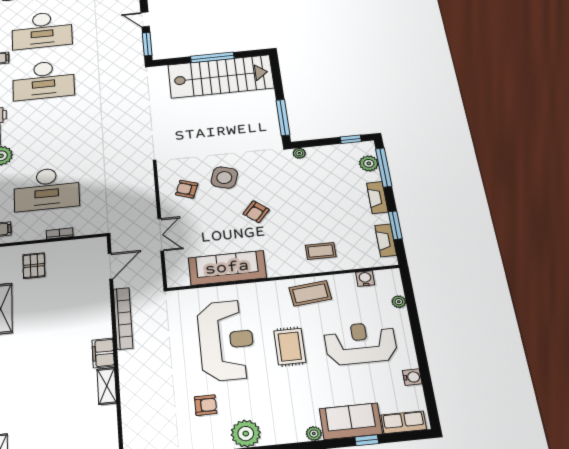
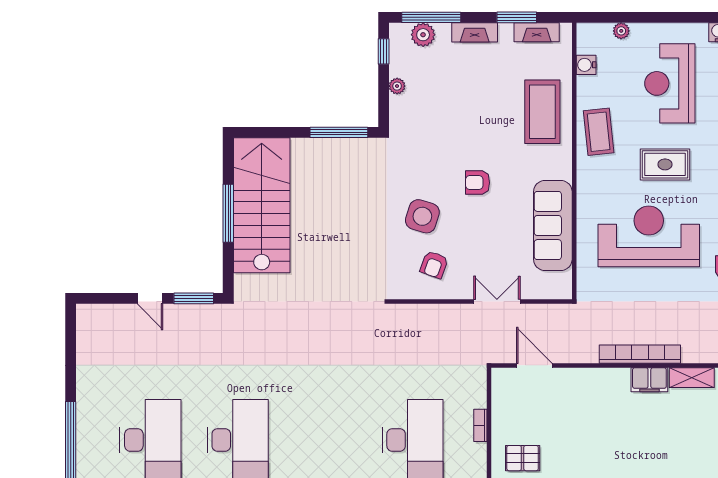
door: (145, 19) -> (150, 298), hinge flipped
plant: (299, 153) -> (397, 86), moved
armchair: (256, 212) -> (478, 183), turned 140
coffee table: (321, 251) -> (542, 112), width x1.86, depth x1.72
bookcase: (123, 318) -> (640, 354), moved

